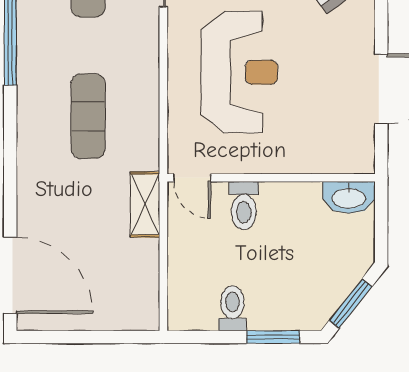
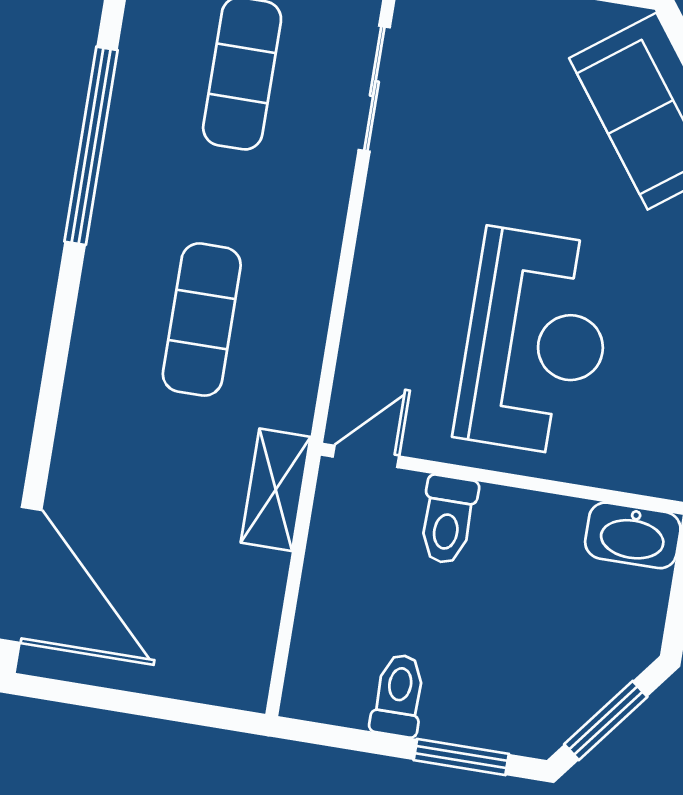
reception desk: (239, 72) -> (536, 342), moved
door: (192, 178) -> (366, 456), swing flipped

